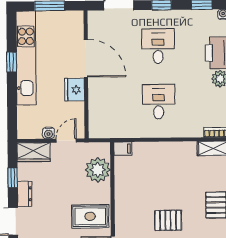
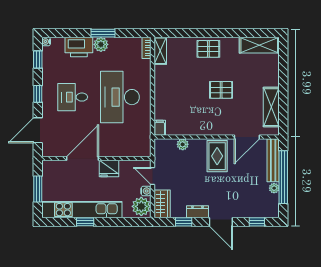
desk: (159, 102) -> (120, 97), width x1.87, depth x1.30
plant: (30, 128) -> (141, 206), added
plant: (98, 170) -> (183, 144), width x0.53, depth x0.53
pallet: (168, 220) -> (221, 90), turned 90

